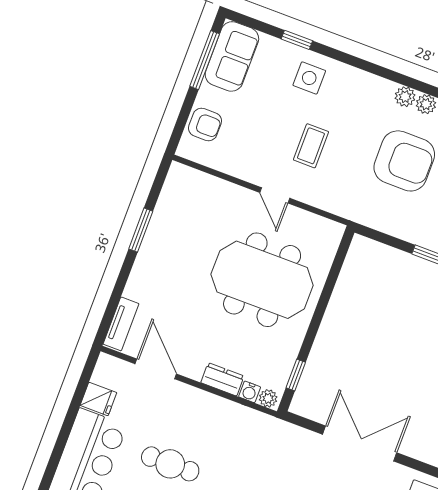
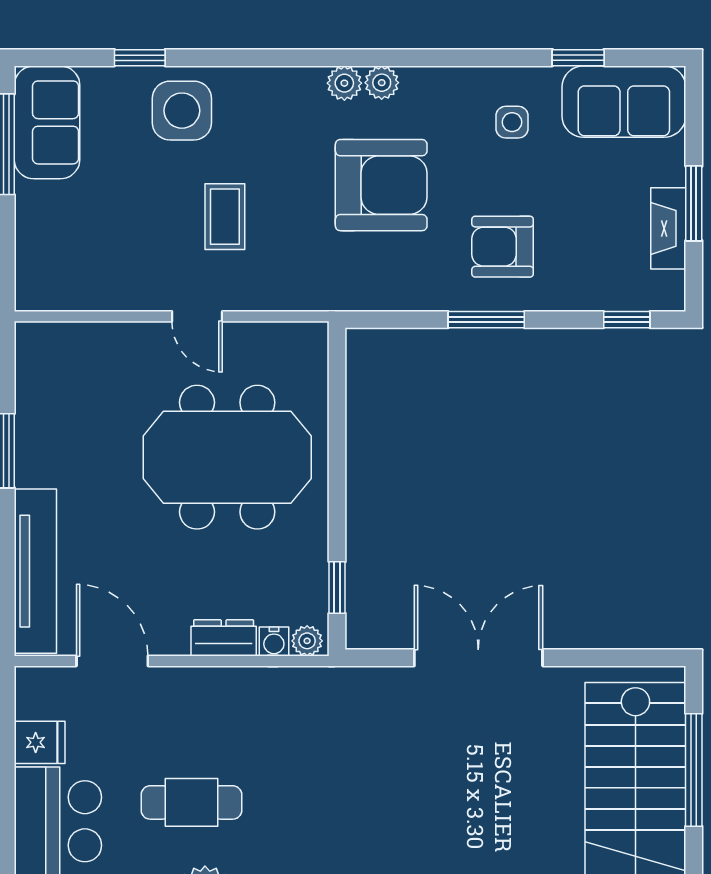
side table: (309, 78) -> (182, 111), width x1.37, depth x1.37
armchair: (205, 124) -> (45, 246), removed
tv unit: (121, 324) -> (35, 571), width x1.92, depth x1.29

